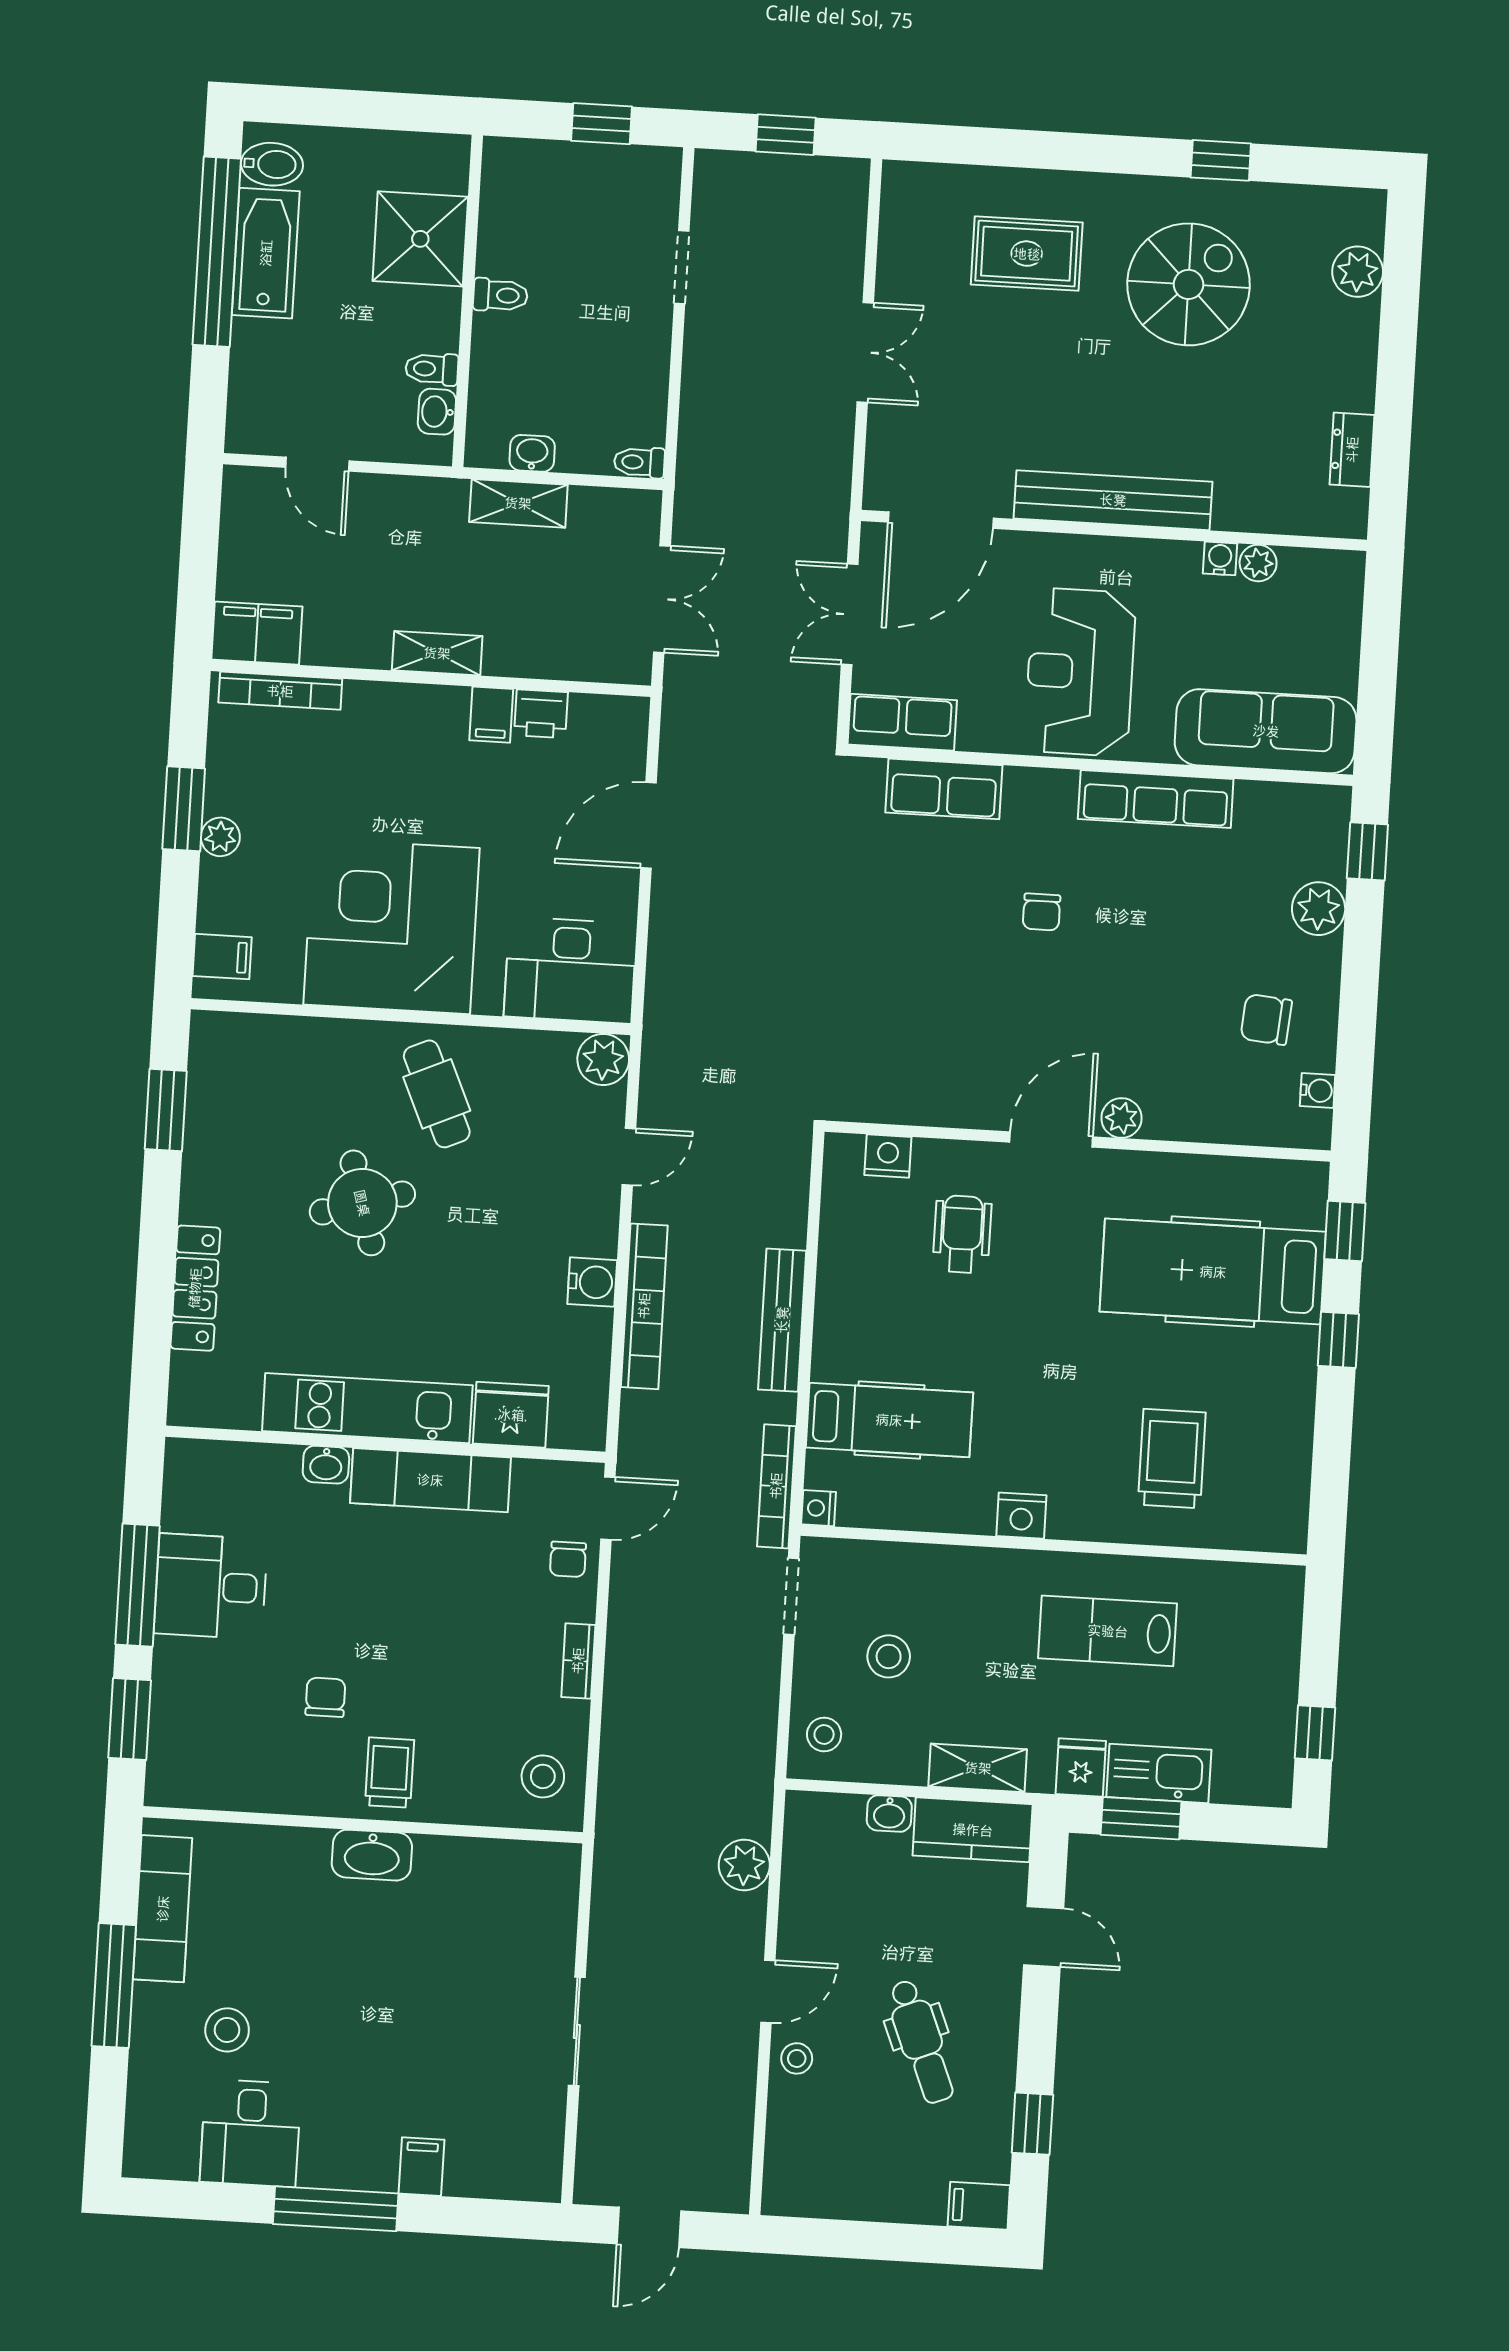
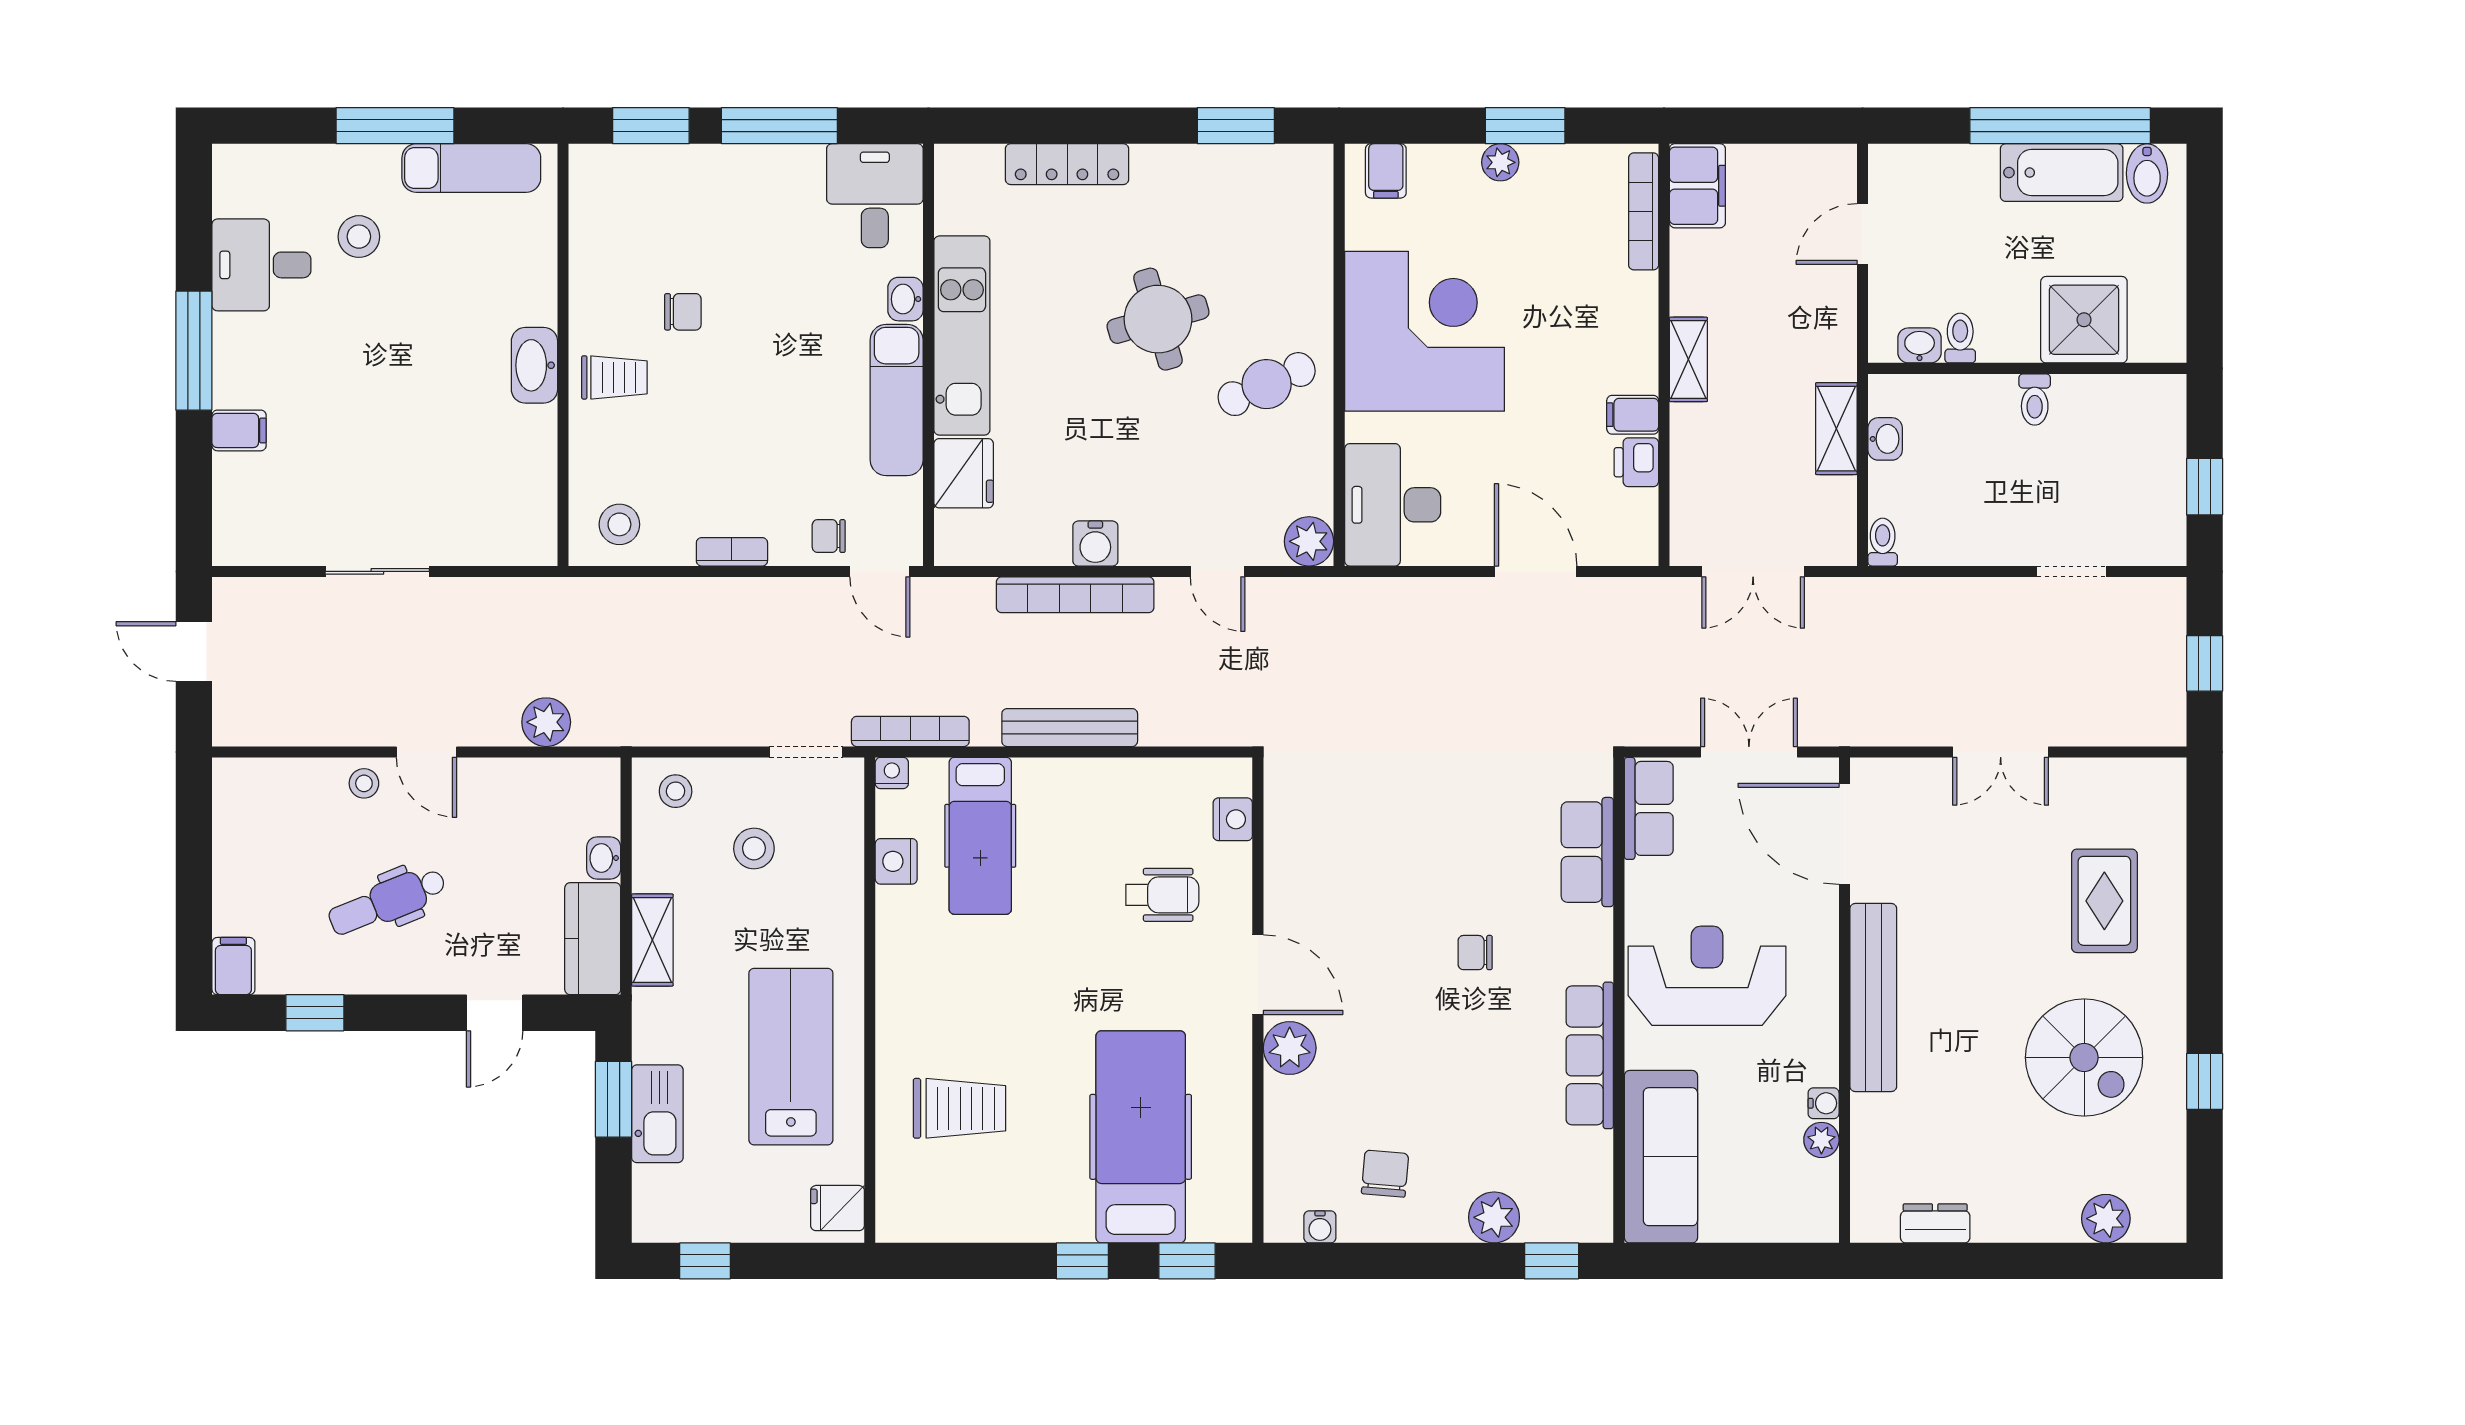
plant: (1122, 1118) -> (1290, 1048), width x1.38, depth x1.38
nightstand: (1021, 1516) -> (896, 861), moved
desk: (211, 1586) -> (875, 196), moved
lab bench: (1108, 1631) -> (791, 1057), width x1.36, depth x1.39
fridge: (1081, 1768) -> (837, 1208), moved, turned 180

